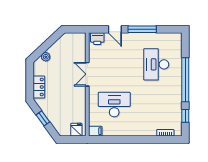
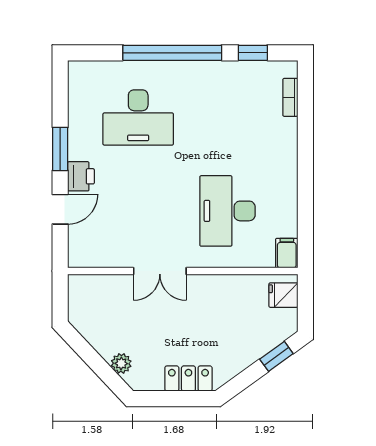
window: (142, 29) -> (60, 149), width x0.69
printer: (97, 39) -> (81, 176), moved
window: (43, 118) -> (276, 356), moved

